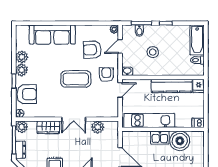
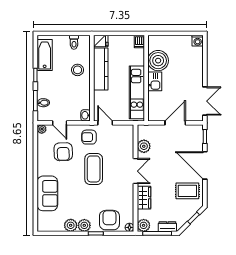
sofa: (52, 35) -> (47, 193), width x0.73
bathtub: (197, 40) -> (45, 55), moved, turned -90
stool: (153, 52) -> (78, 70), moved

